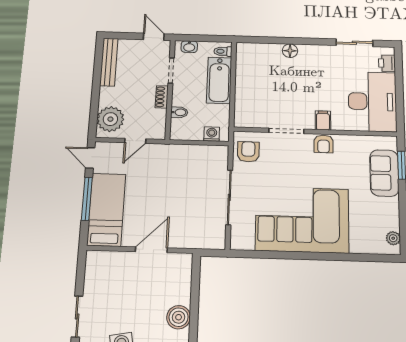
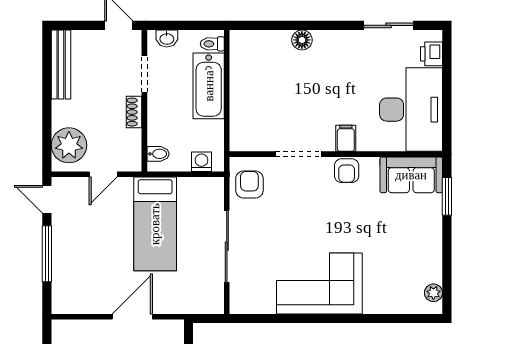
bidet: (179, 112) -> (158, 154), moved
sofa: (384, 173) -> (411, 175), moved, turned -90
bed: (106, 210) -> (155, 224), moved, turned 180
corner sofa: (302, 220) -> (319, 284), width x0.73, depth x0.74

